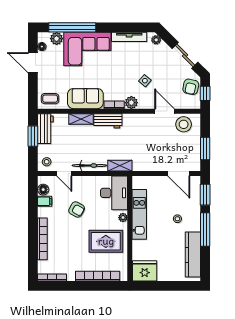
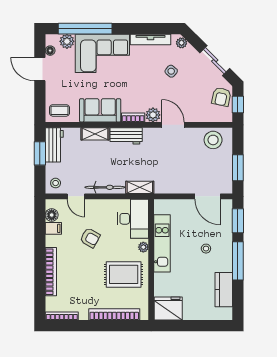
side table: (145, 81) -> (171, 71), moved
door: (164, 111) -> (173, 125), moved
kitchen counter: (193, 255) -> (224, 290), width x0.67

